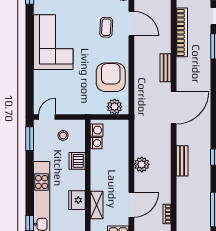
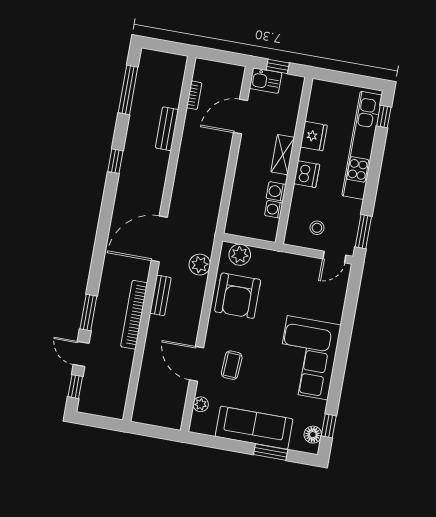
bookcase: (182, 32) -> (134, 315), moved
washing machine: (97, 130) -> (276, 191), moved
dishwasher: (77, 161) -> (307, 174), moved
bench: (182, 161) -> (167, 129), moved
plant: (142, 164) -> (200, 265), moved
shelving: (97, 205) -> (283, 155), moved

